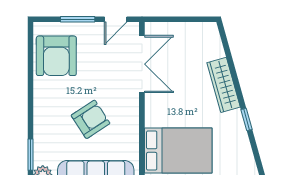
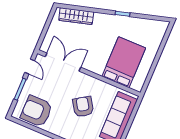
armchair: (56, 56) -> (37, 111), turned 180
wardrobe: (224, 85) -> (76, 16), moved

